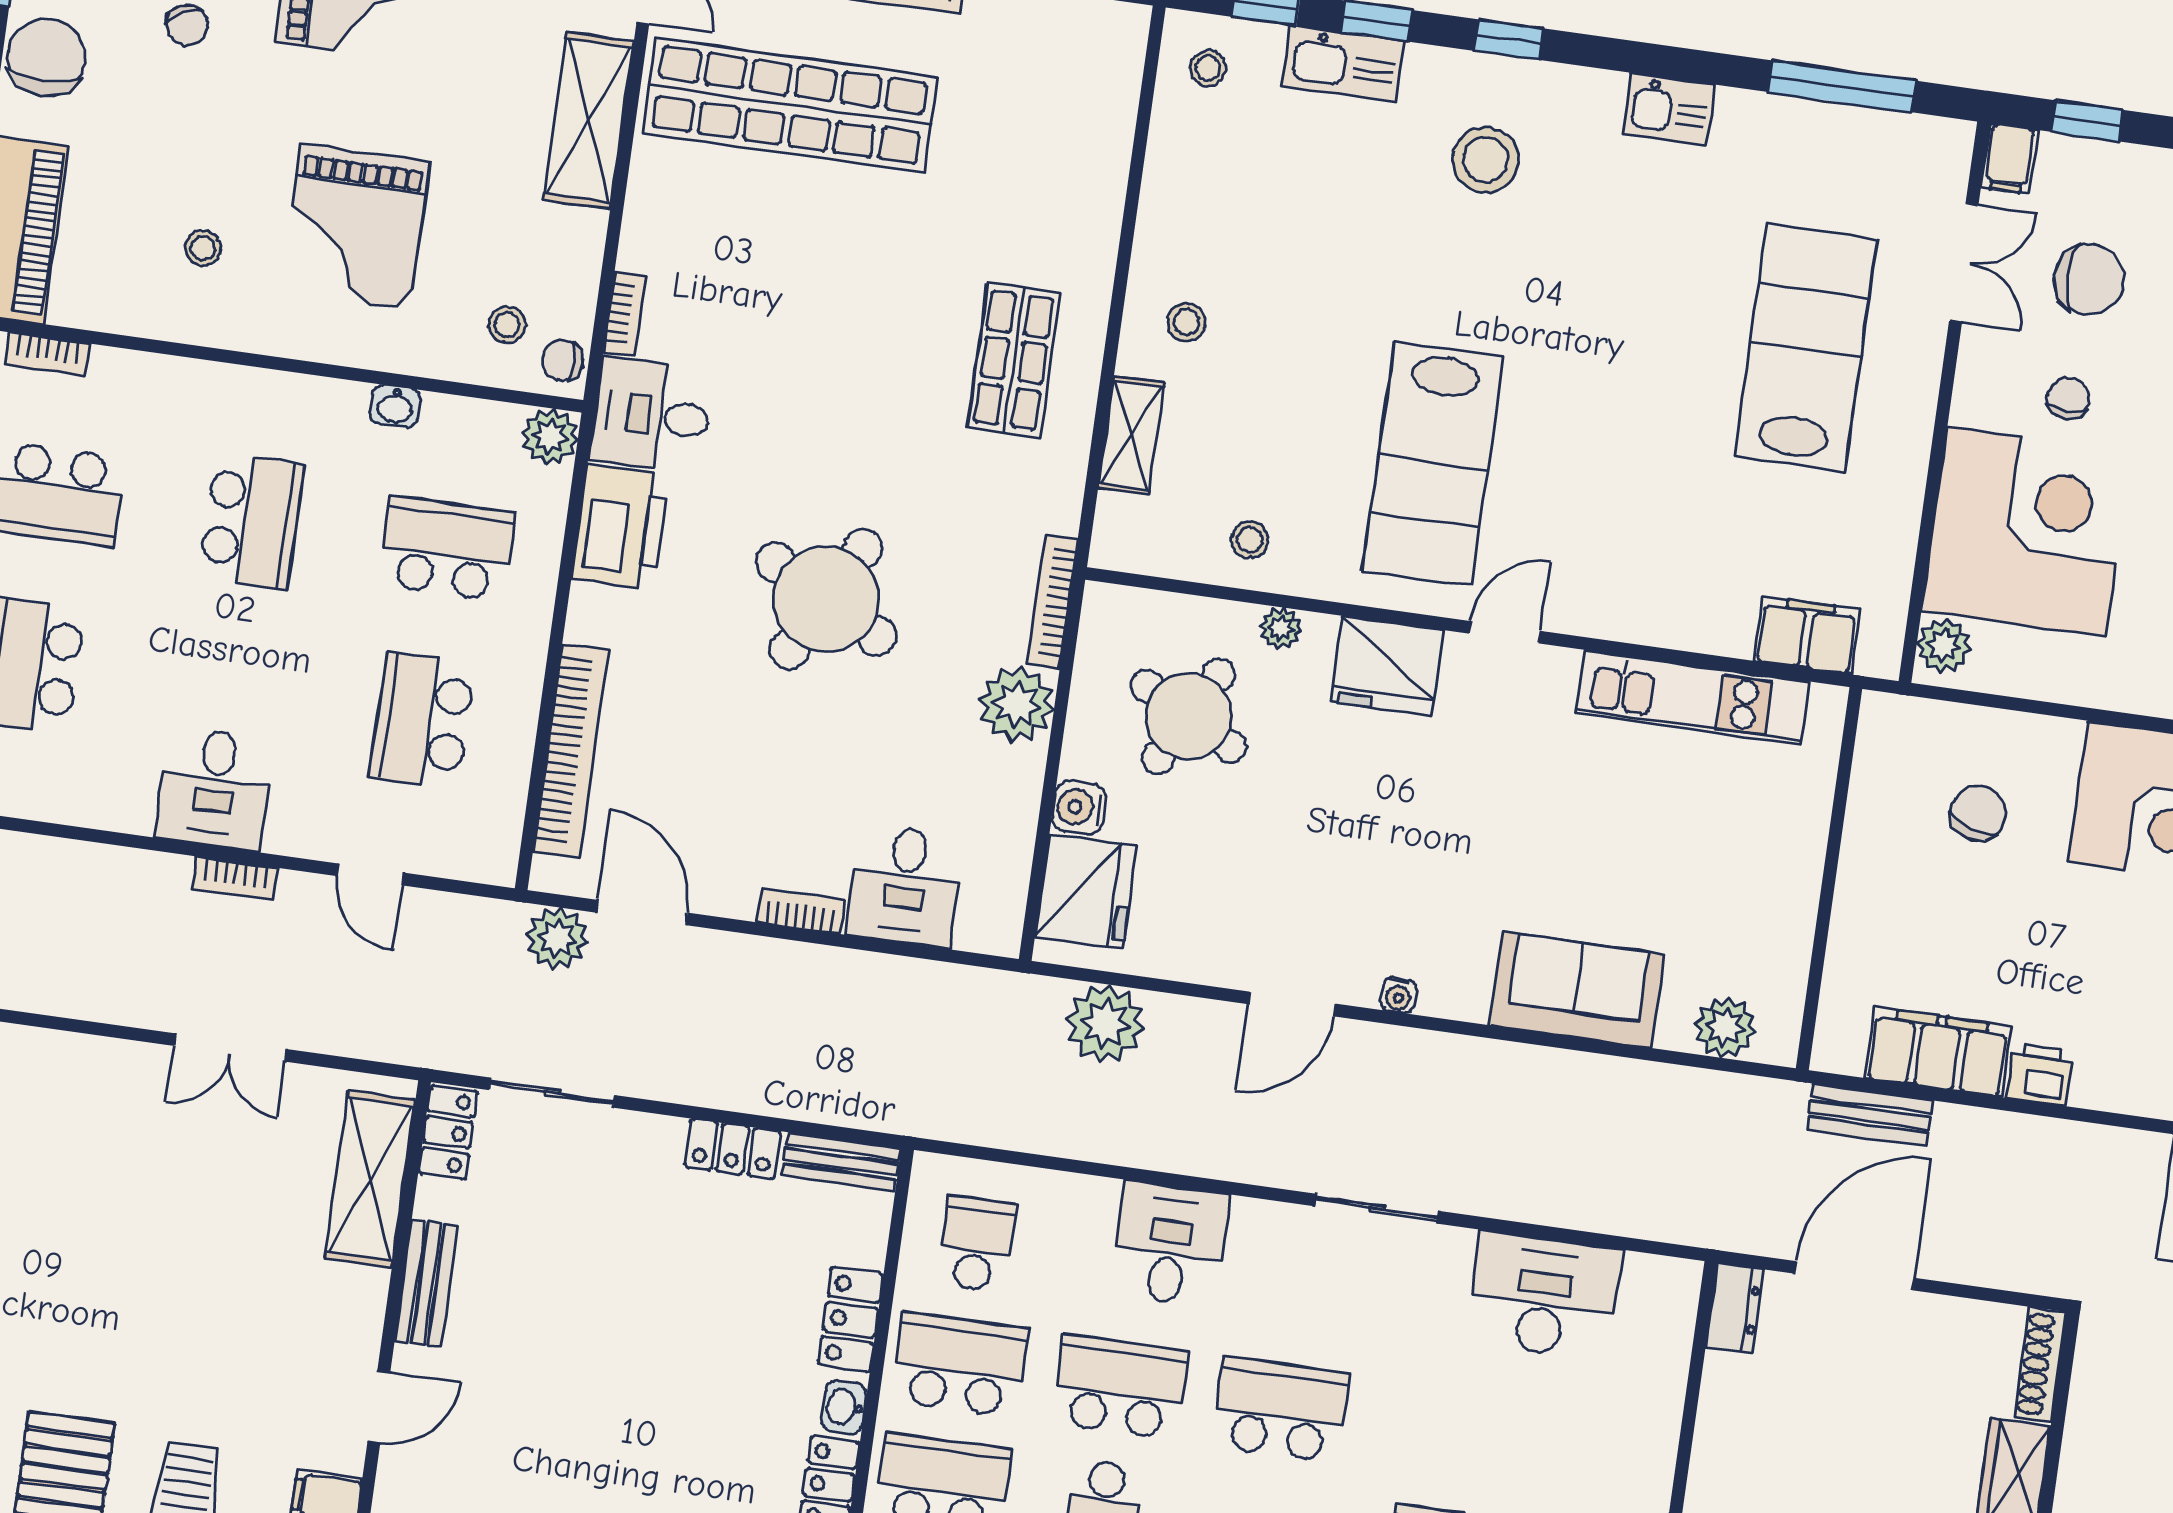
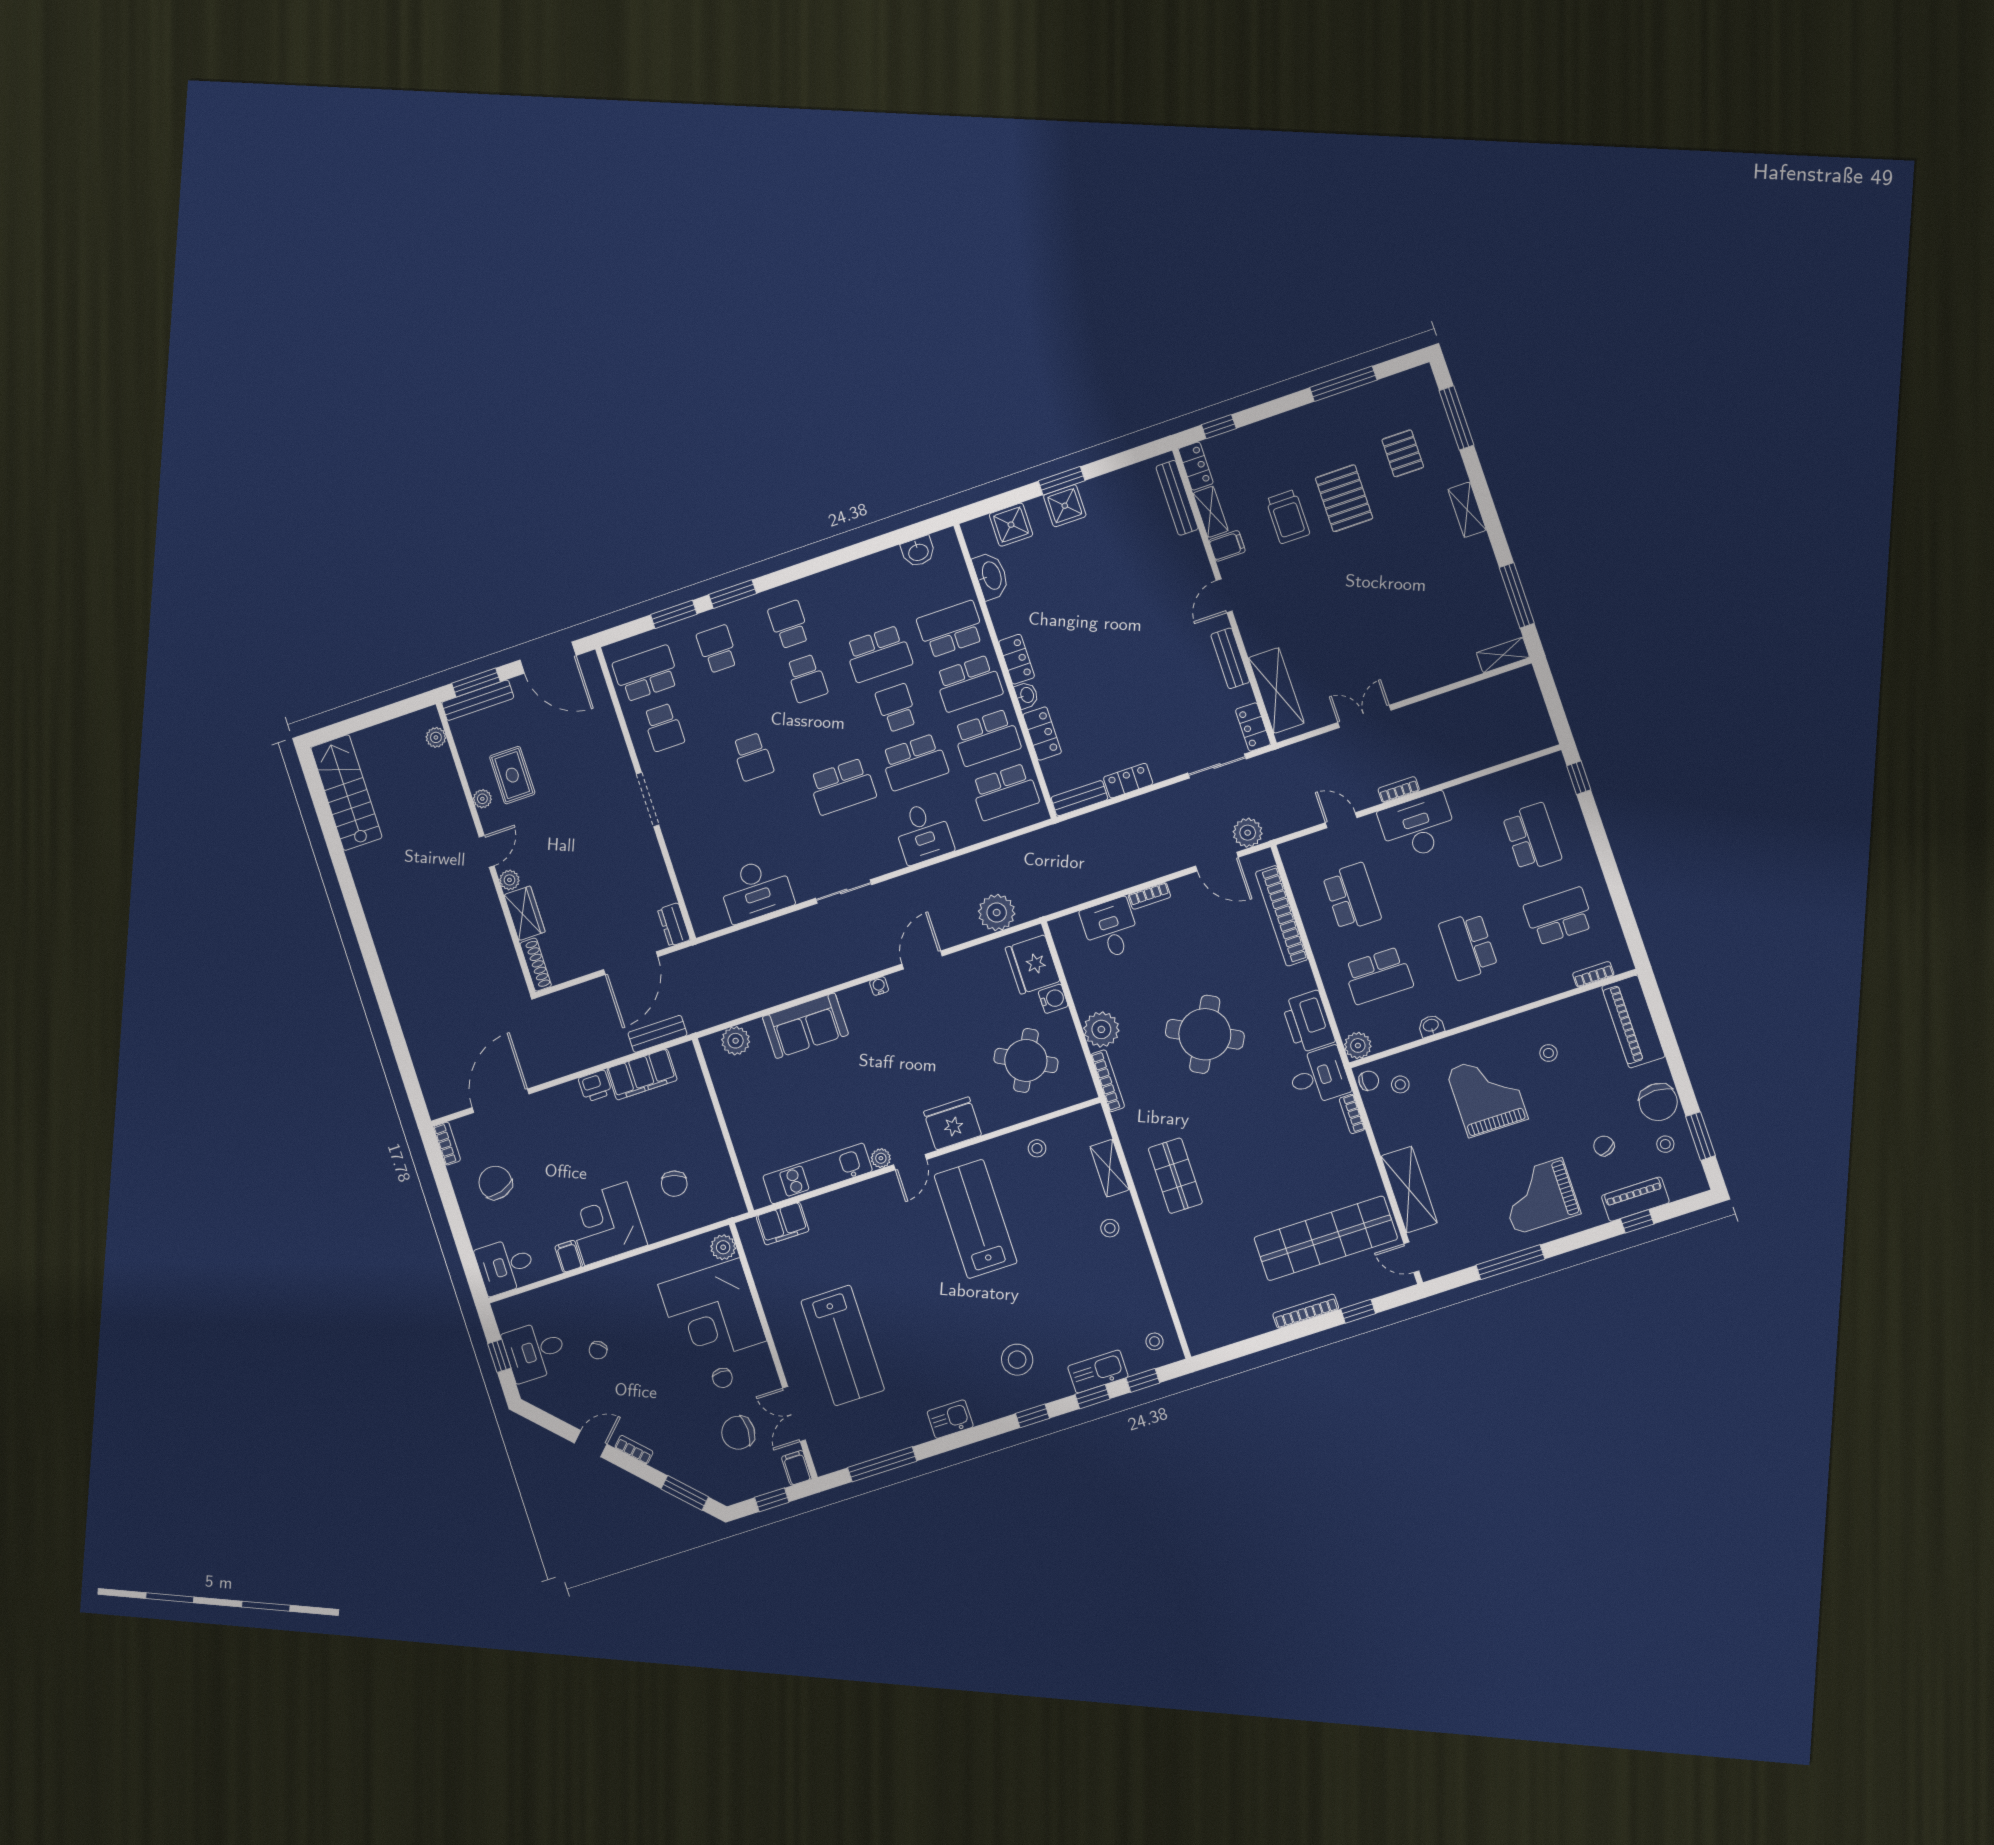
plant: (1281, 628) -> (881, 1158), moved
desk: (214, 788) -> (1418, 827), width x1.37
school desk: (976, 1244) -> (1005, 792), width x1.85

